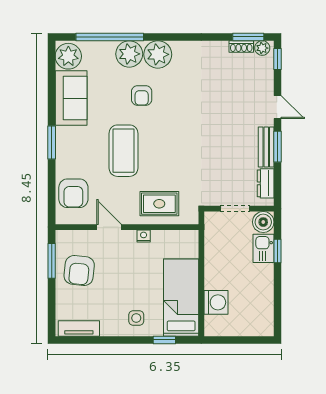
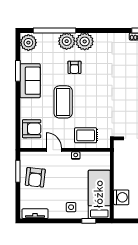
sofa: (71, 98) -> (30, 81), moved
window: (52, 142) -> (18, 71), moved
armchair: (73, 193) -> (32, 129), turned -90

